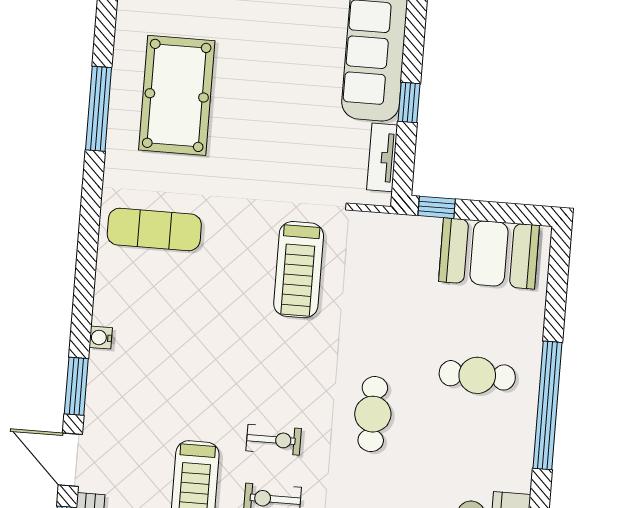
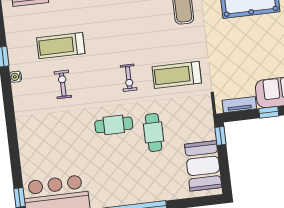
cafe table: (477, 375) -> (154, 132), moved
exercise bike: (274, 440) -> (129, 78), moved

